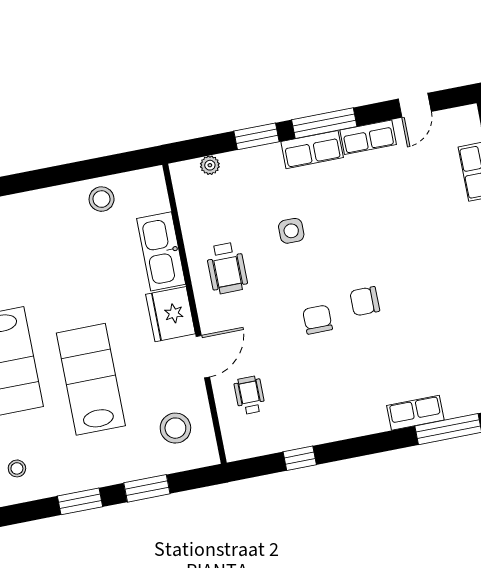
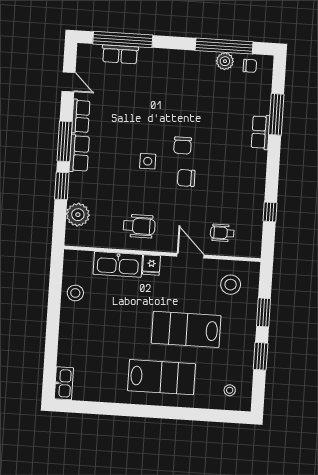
plant: (210, 165) -> (78, 215), width x1.87, depth x1.87
side table: (291, 231) -> (148, 161), moved
fridge: (171, 314) -> (151, 265), width x0.53, depth x0.75

